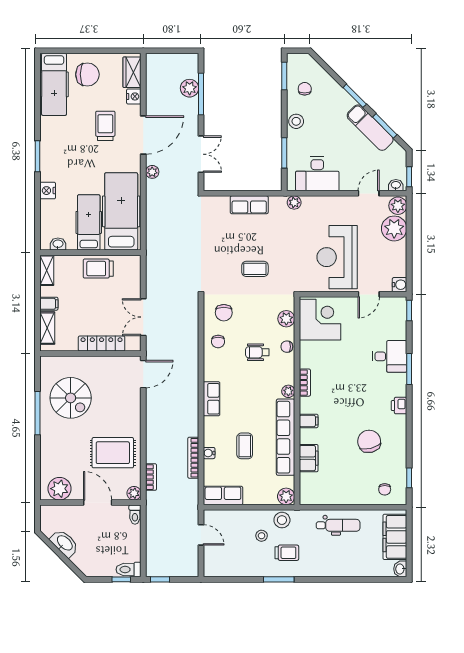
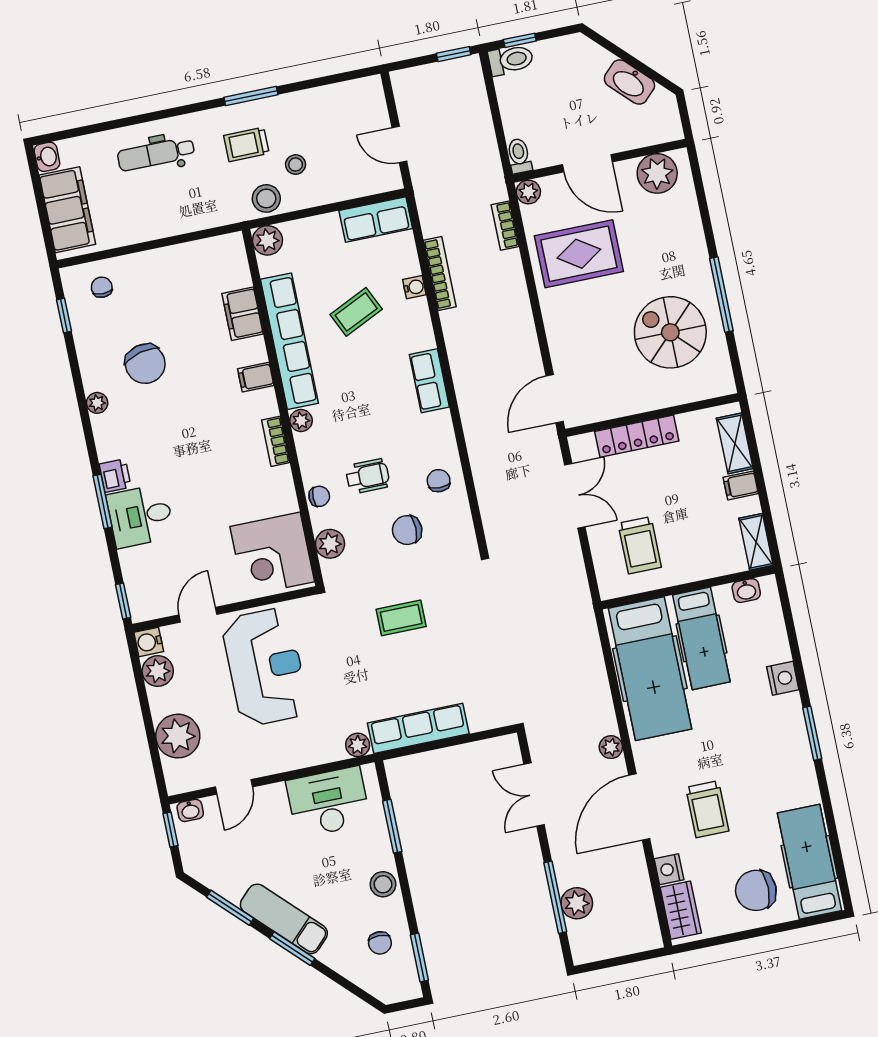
exam couch: (370, 128) -> (284, 919), moved
row of seats: (249, 205) -> (418, 728), width x1.48
plant: (398, 206) -> (158, 671), moved
trolley: (98, 269) -> (640, 545), moved, turned 90
chair: (224, 313) -> (407, 530), moved, turned -90
printer: (399, 406) -> (115, 476), moved
plant: (401, 425) -> (97, 403), added
coffee table: (245, 446) -> (356, 312), turned 65
dental chair: (338, 525) -> (156, 154), moved

